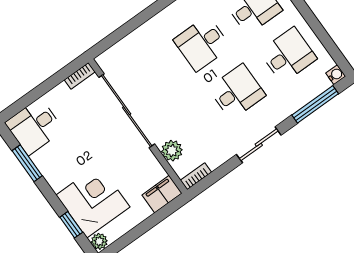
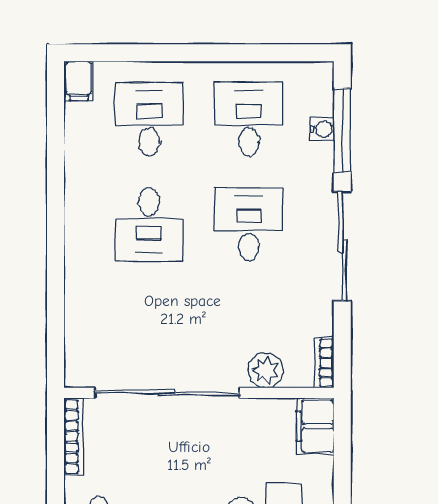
water cooler: (336, 75) -> (322, 129), moved, turned 90
bookcase: (80, 76) -> (74, 437), width x1.56
sliding door: (259, 145) -> (342, 246), width x1.37

